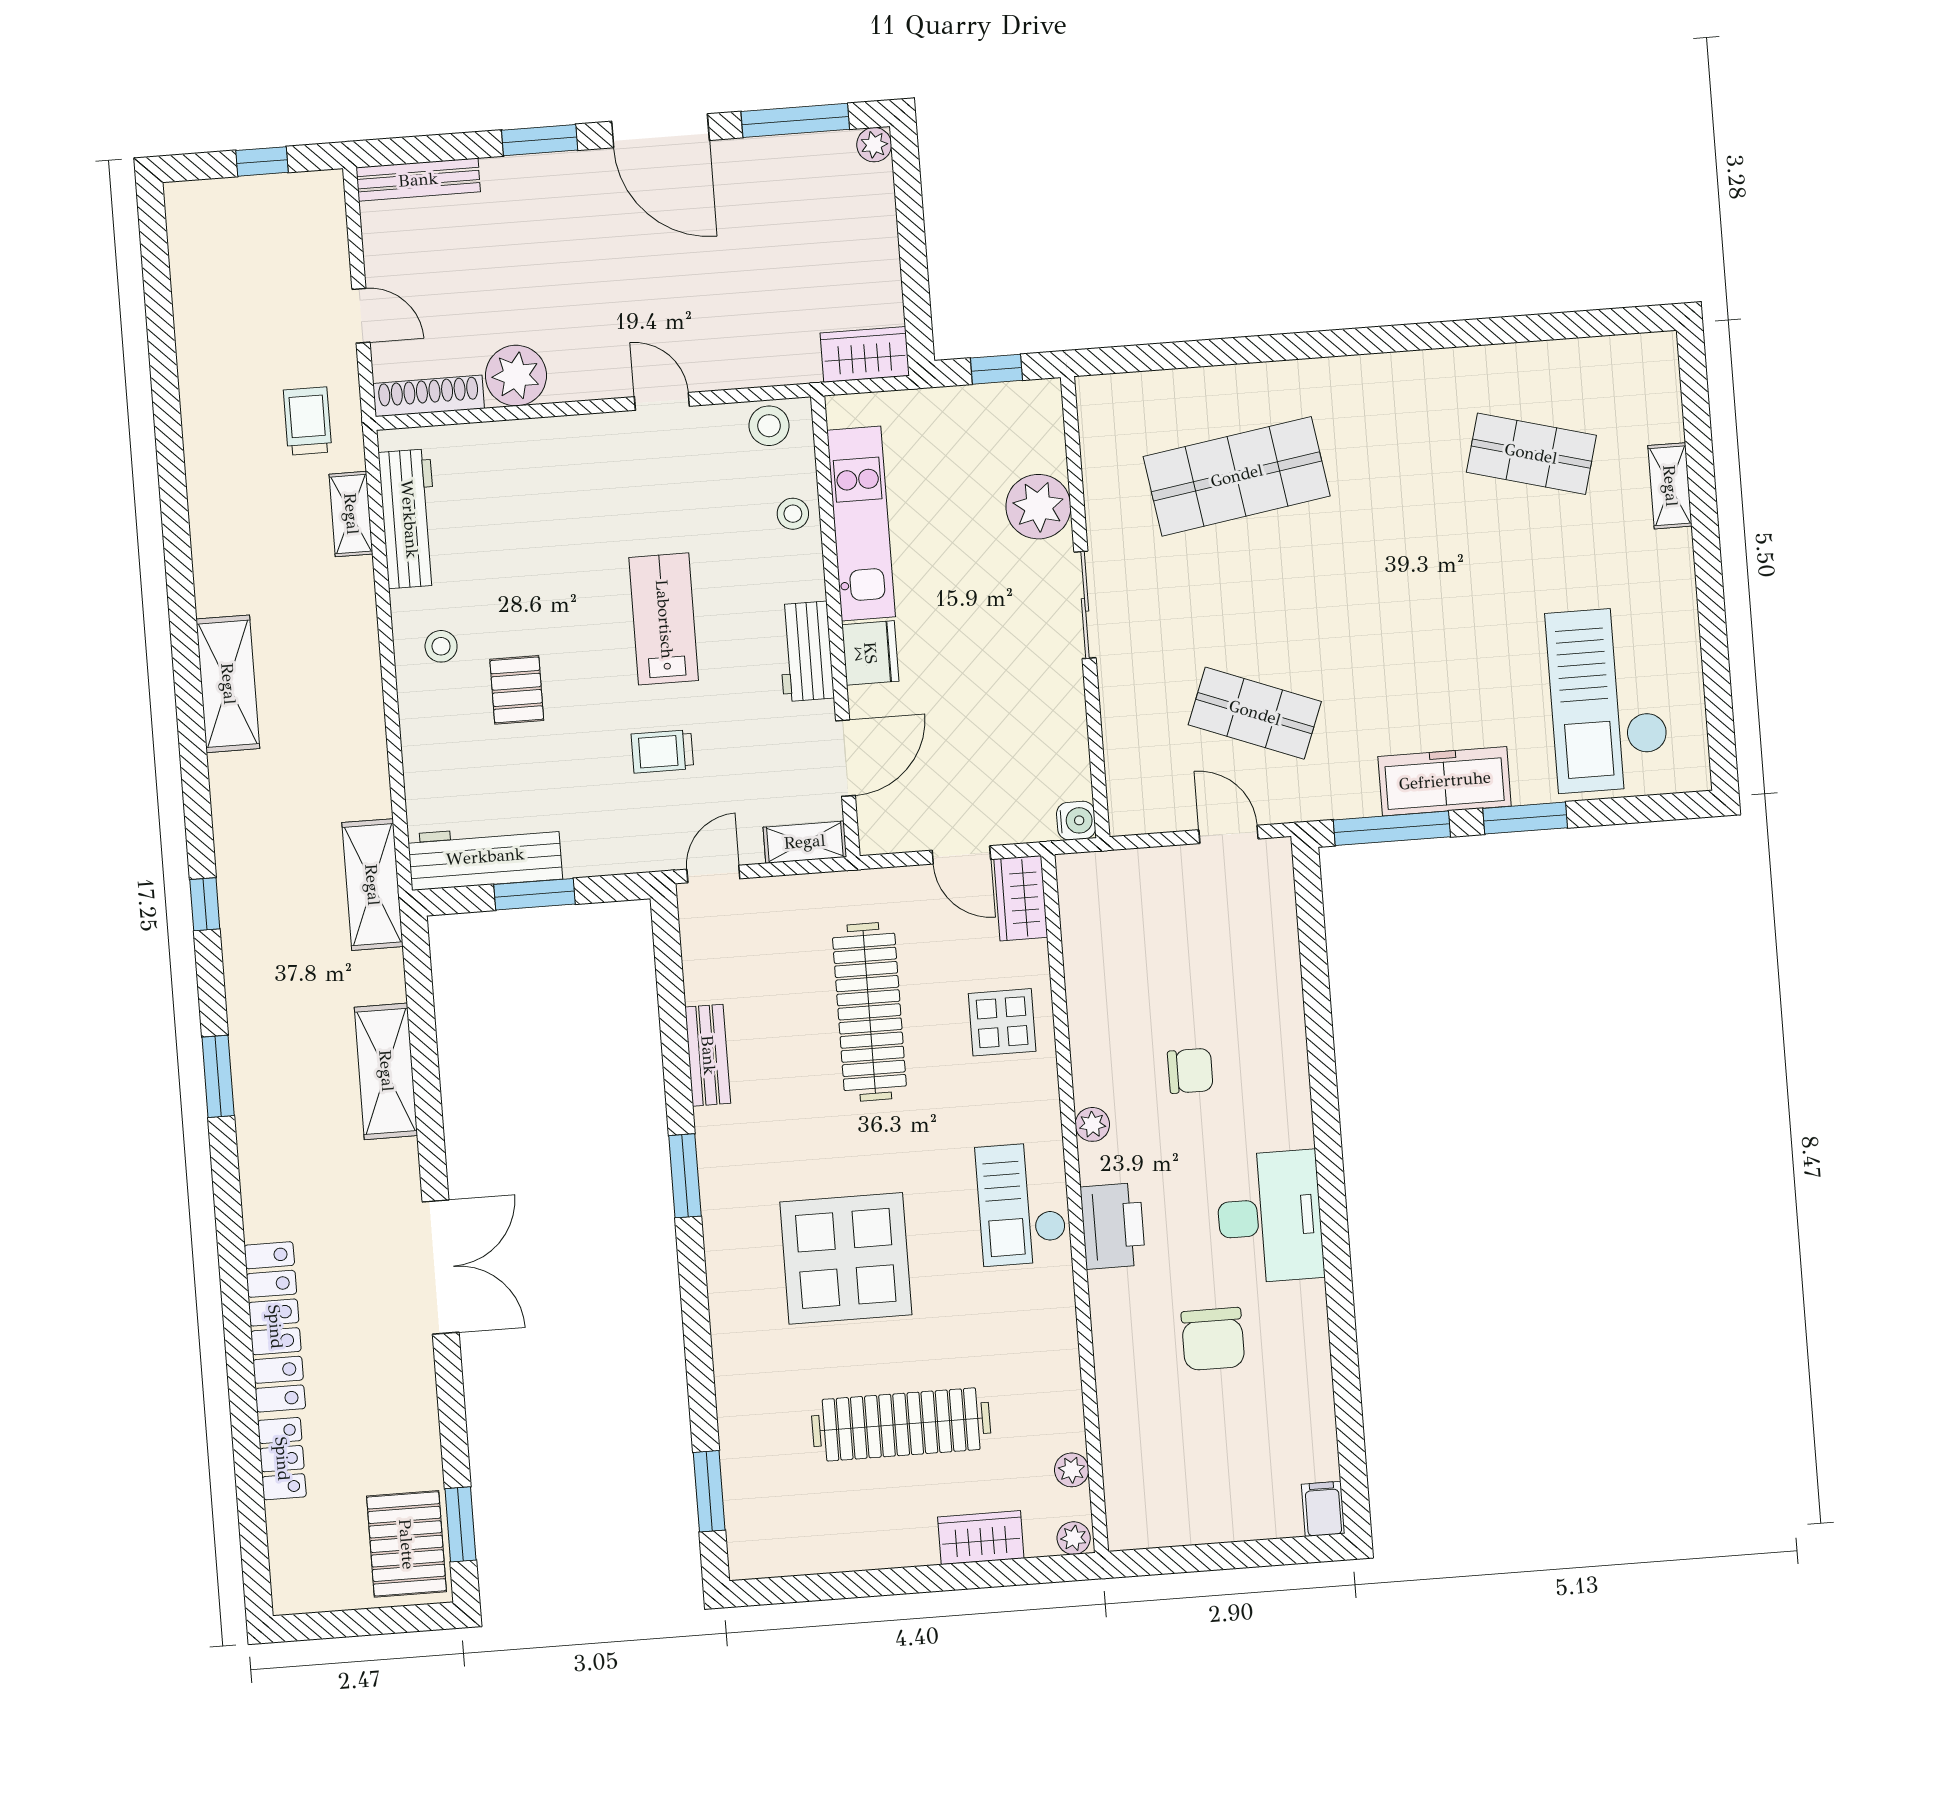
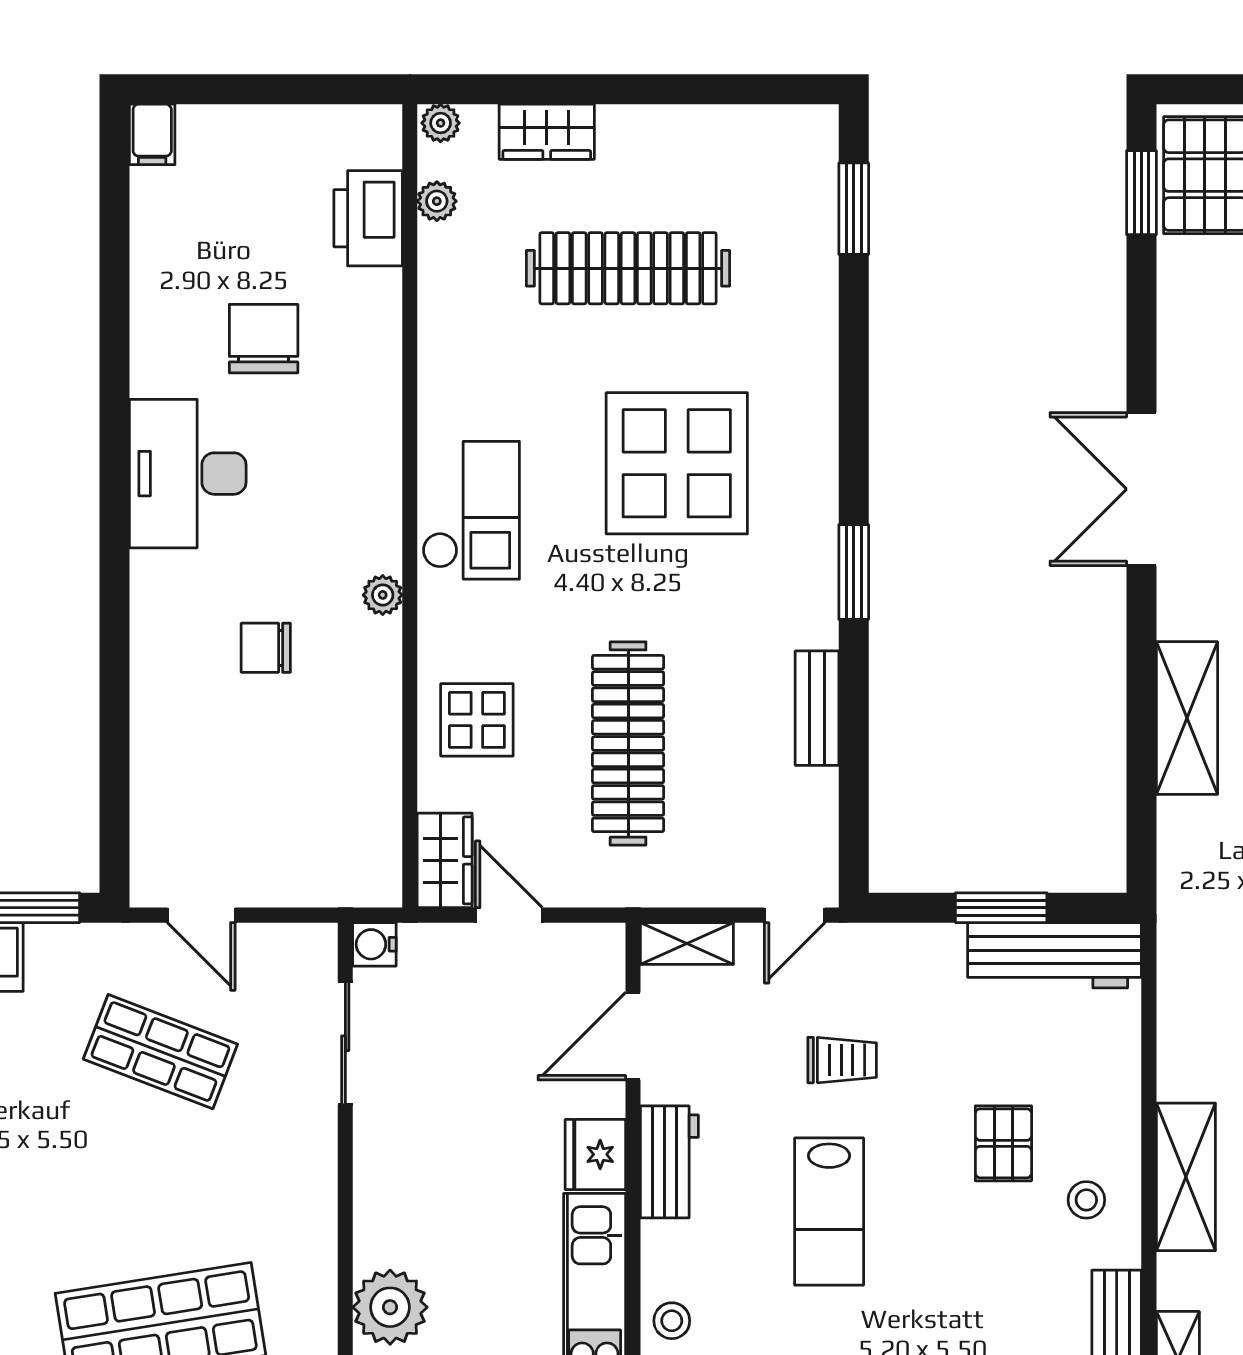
sliding door: (1085, 605) -> (345, 1043), moved
shelving: (372, 885) -> (1186, 1177), moved
printer: (1113, 1226) -> (368, 218), moved

